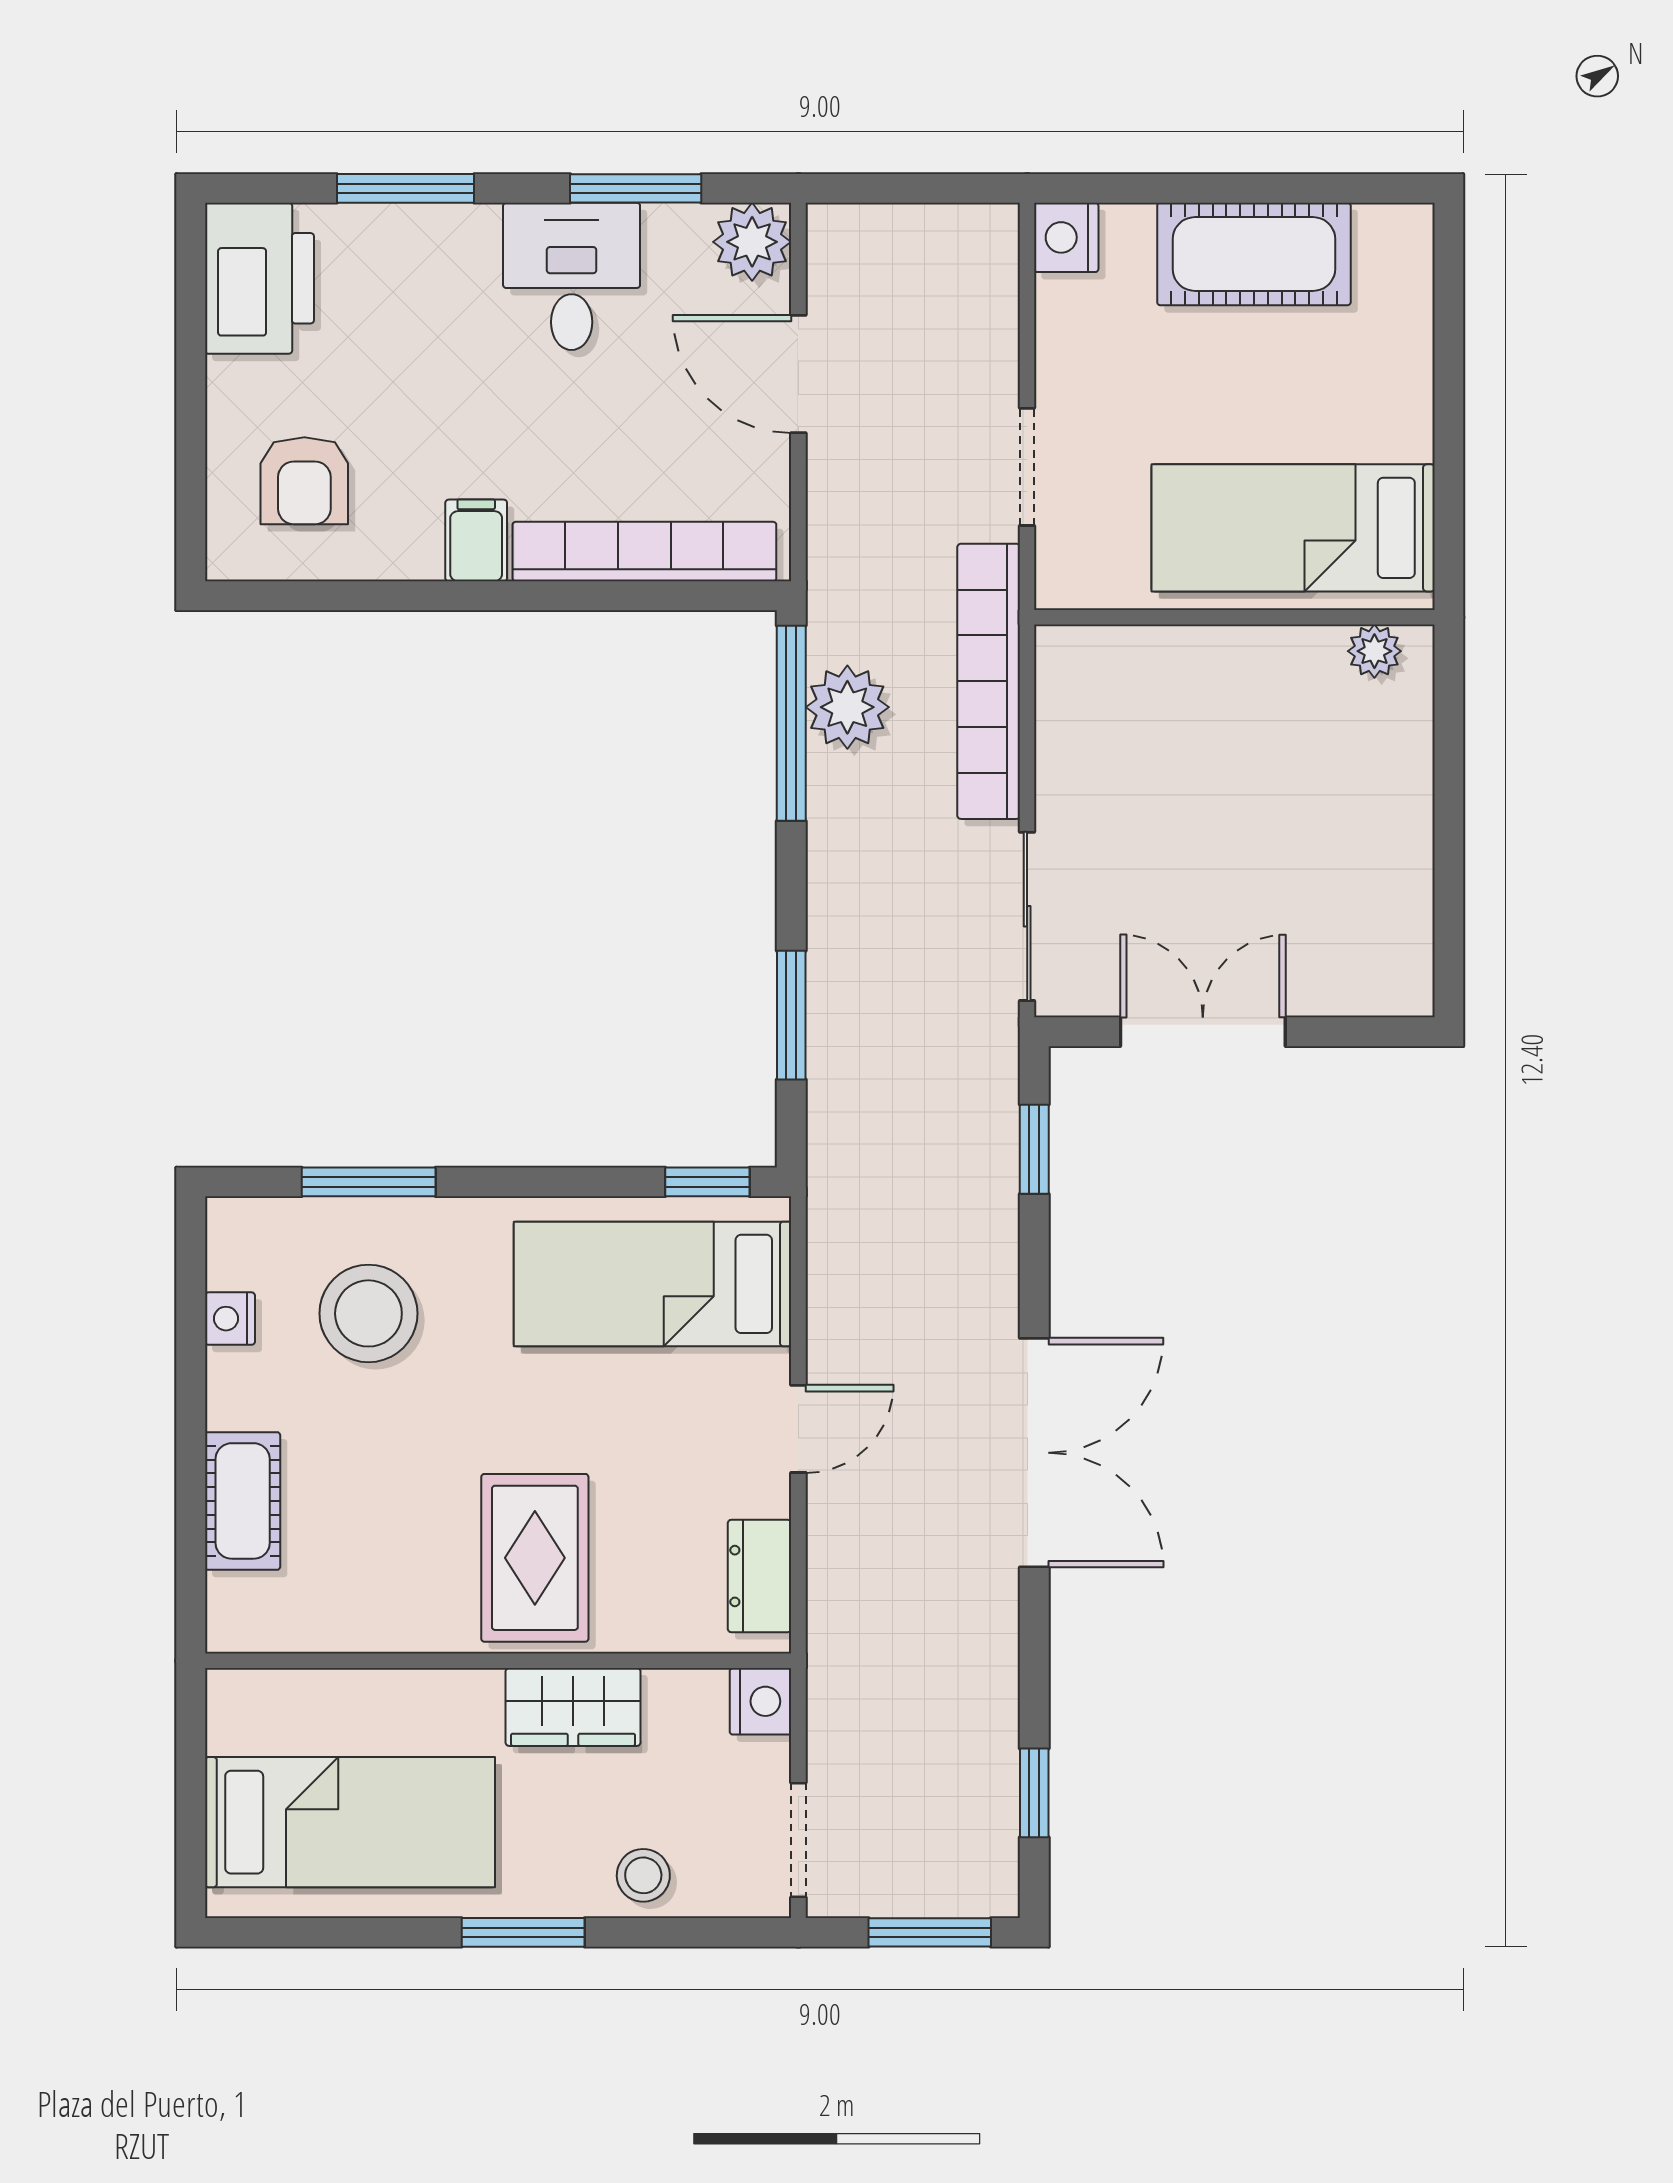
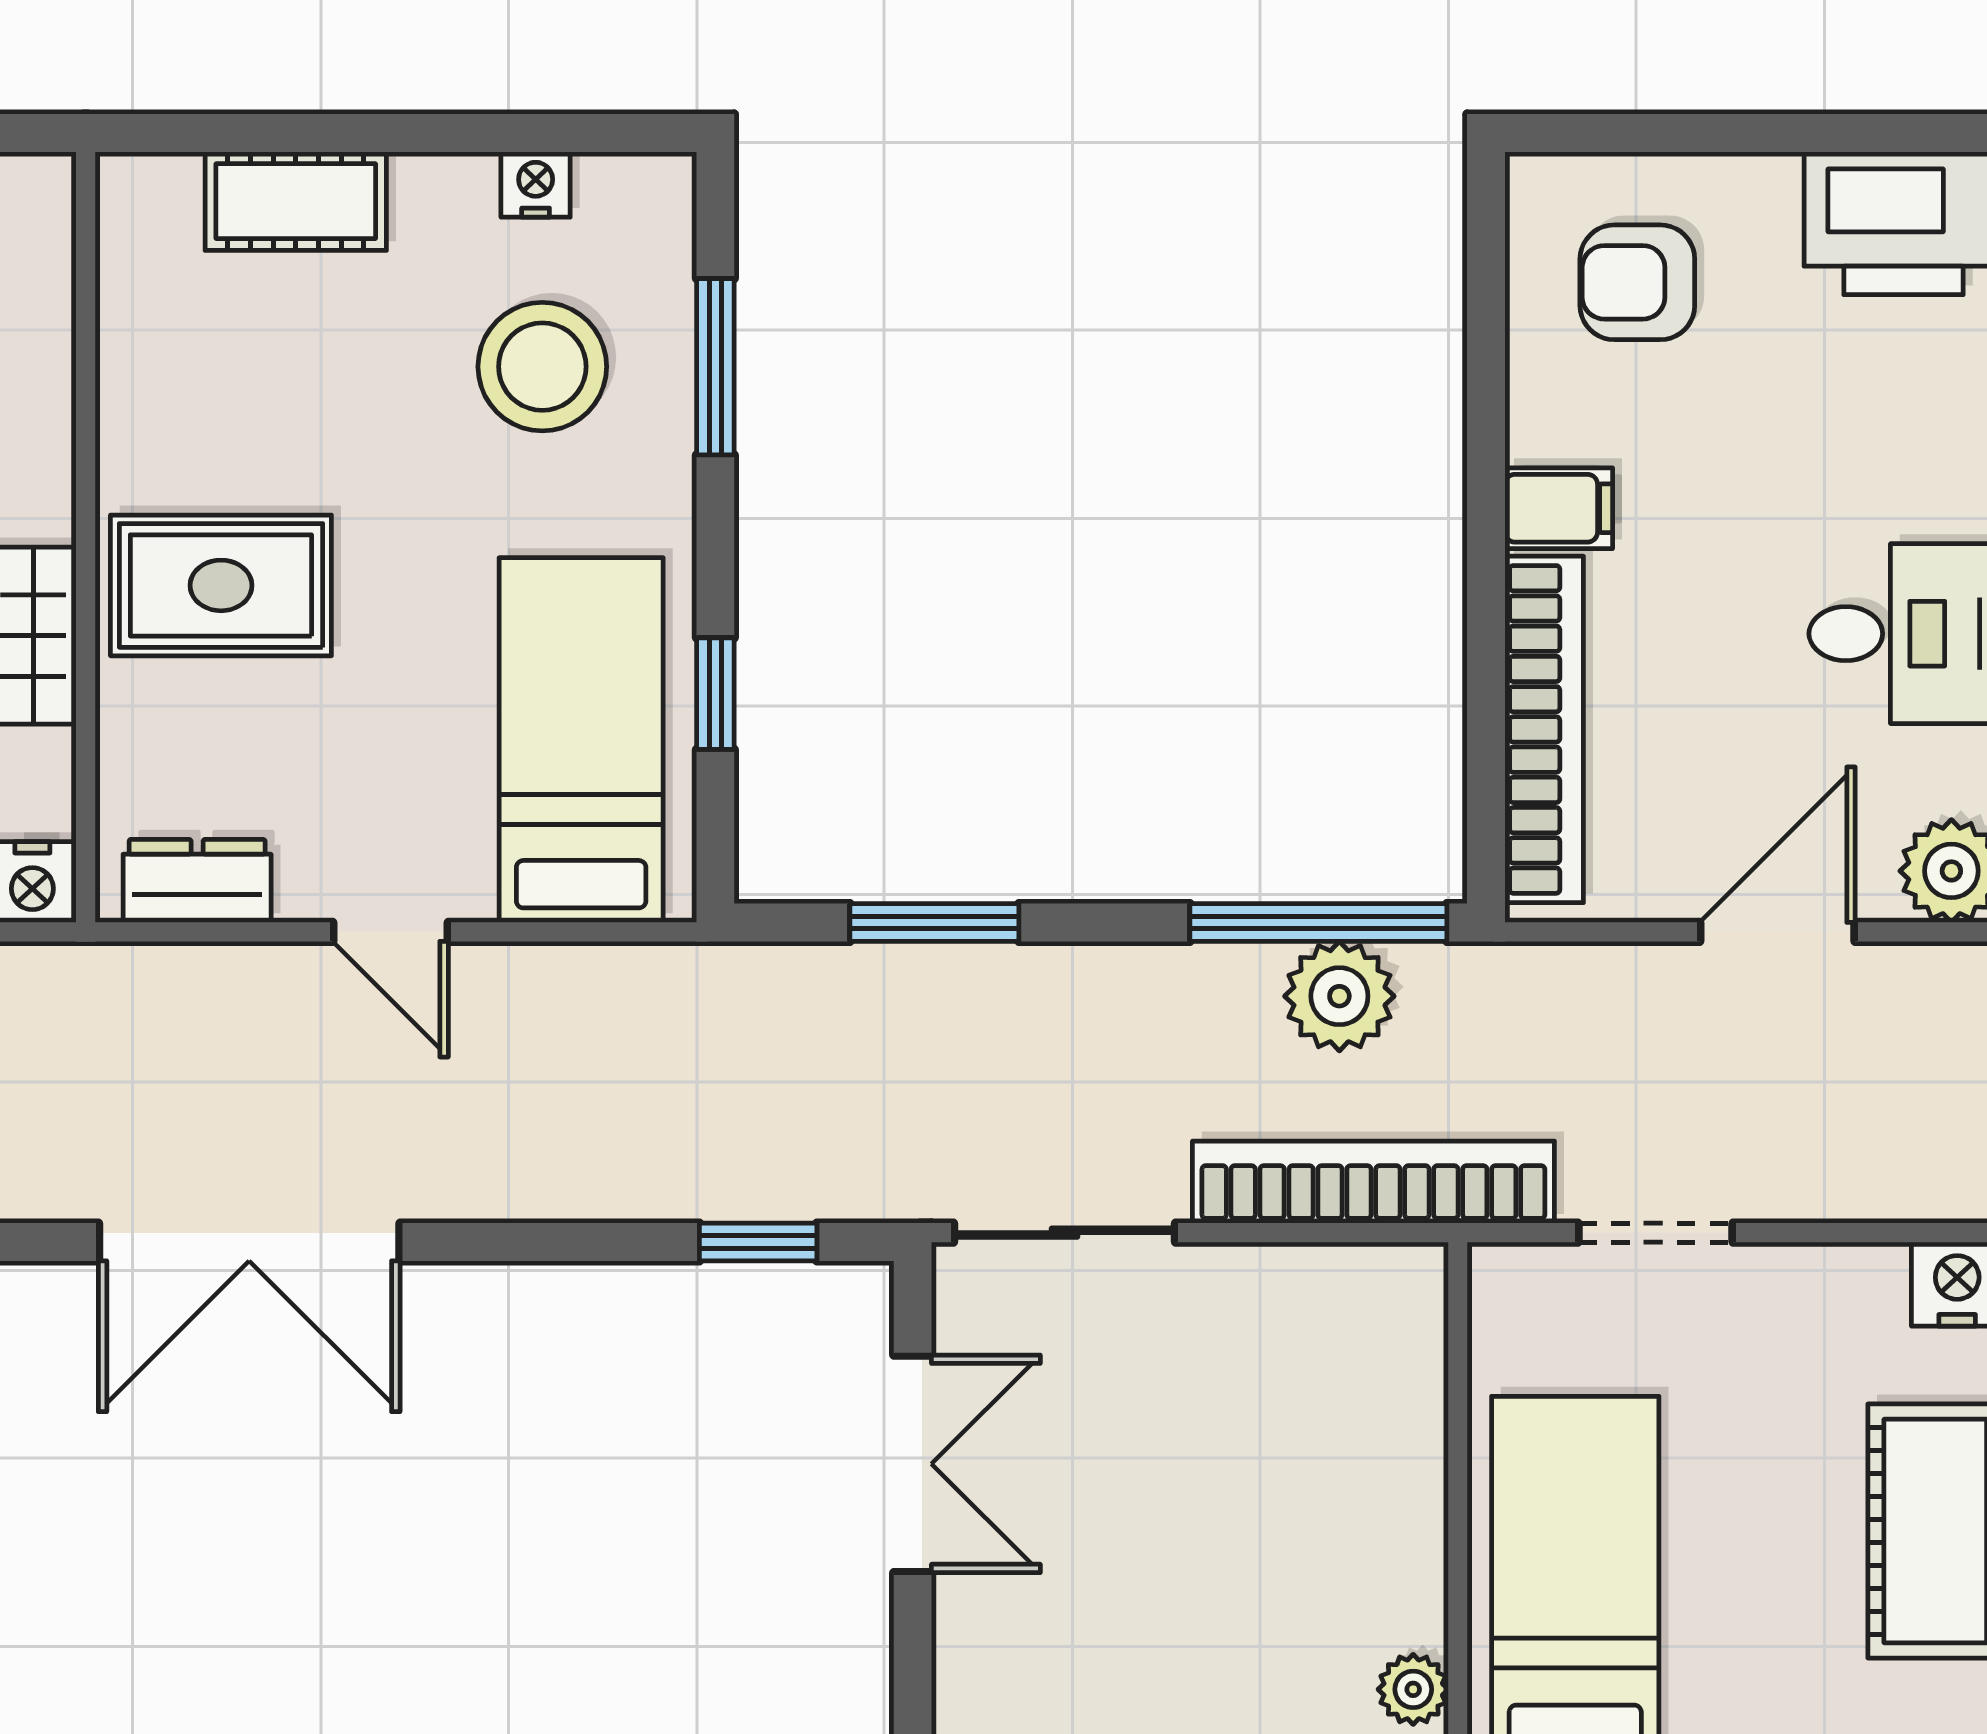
window: (707, 1182) -> (715, 694), moved
double door: (1034, 1453) -> (249, 1242), moved

